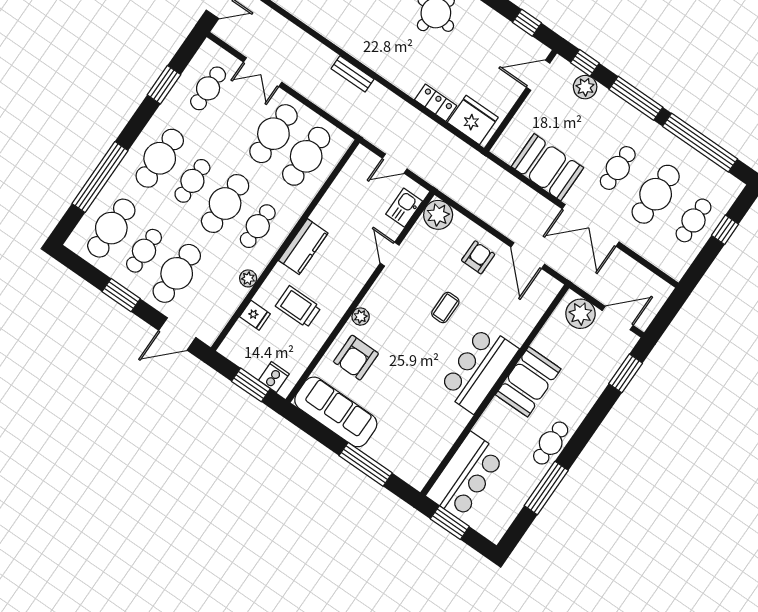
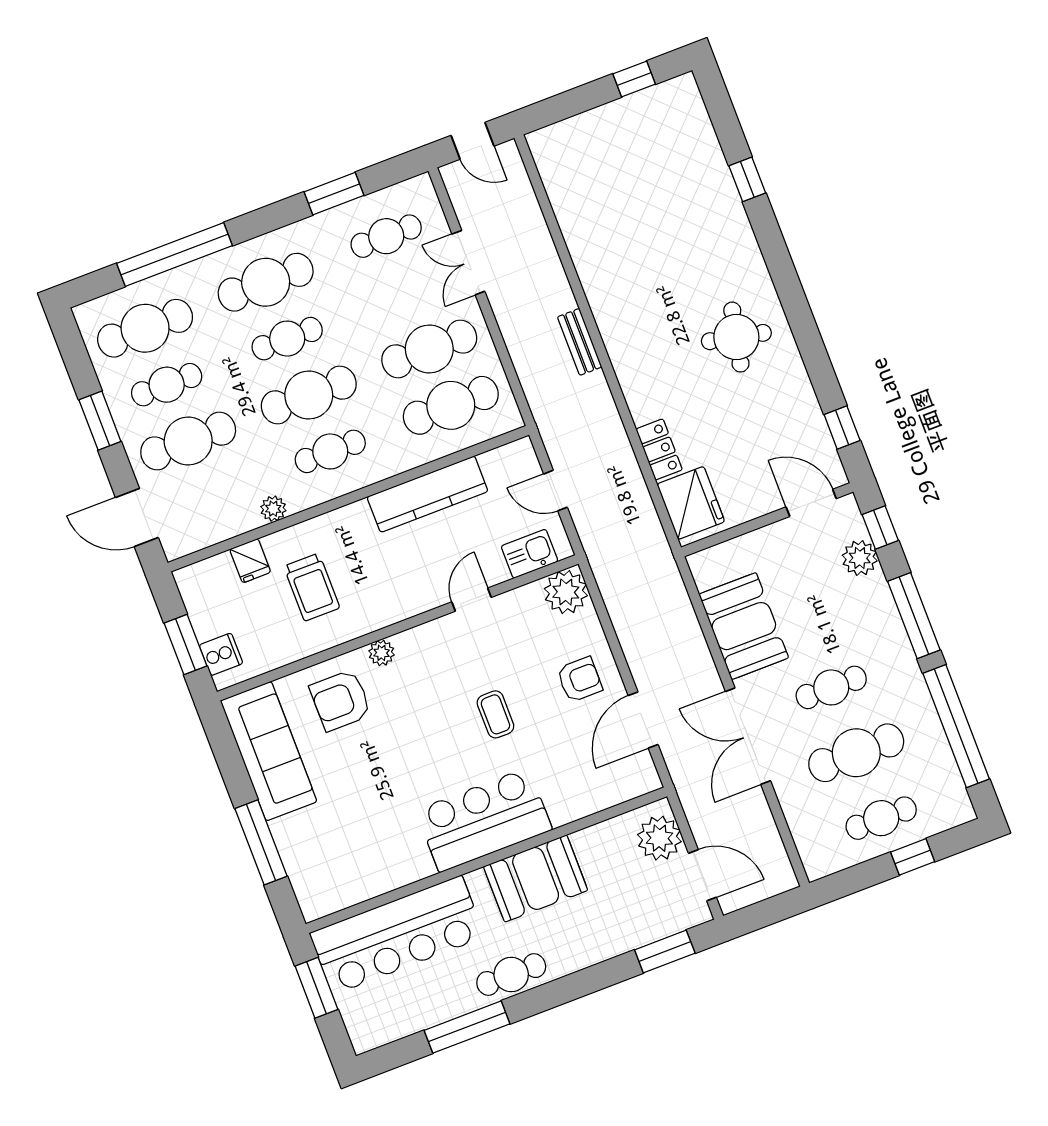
kitchen counter: (303, 247) -> (427, 494), moved, width x1.50
trolley: (298, 307) -> (312, 587), turned 180
coffee table: (445, 308) -> (495, 714), turned 90
bar counter: (466, 476) -> (397, 935), width x1.36

